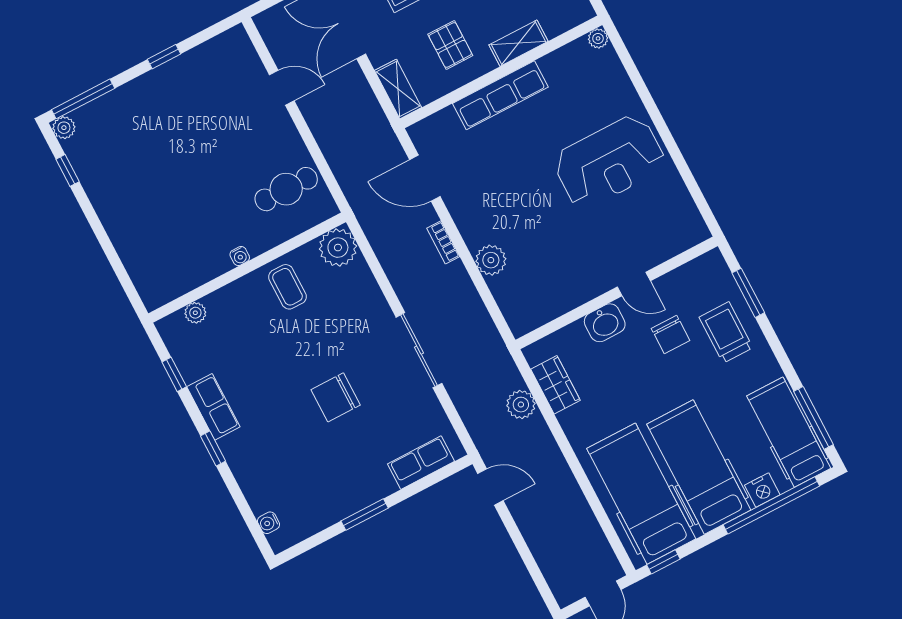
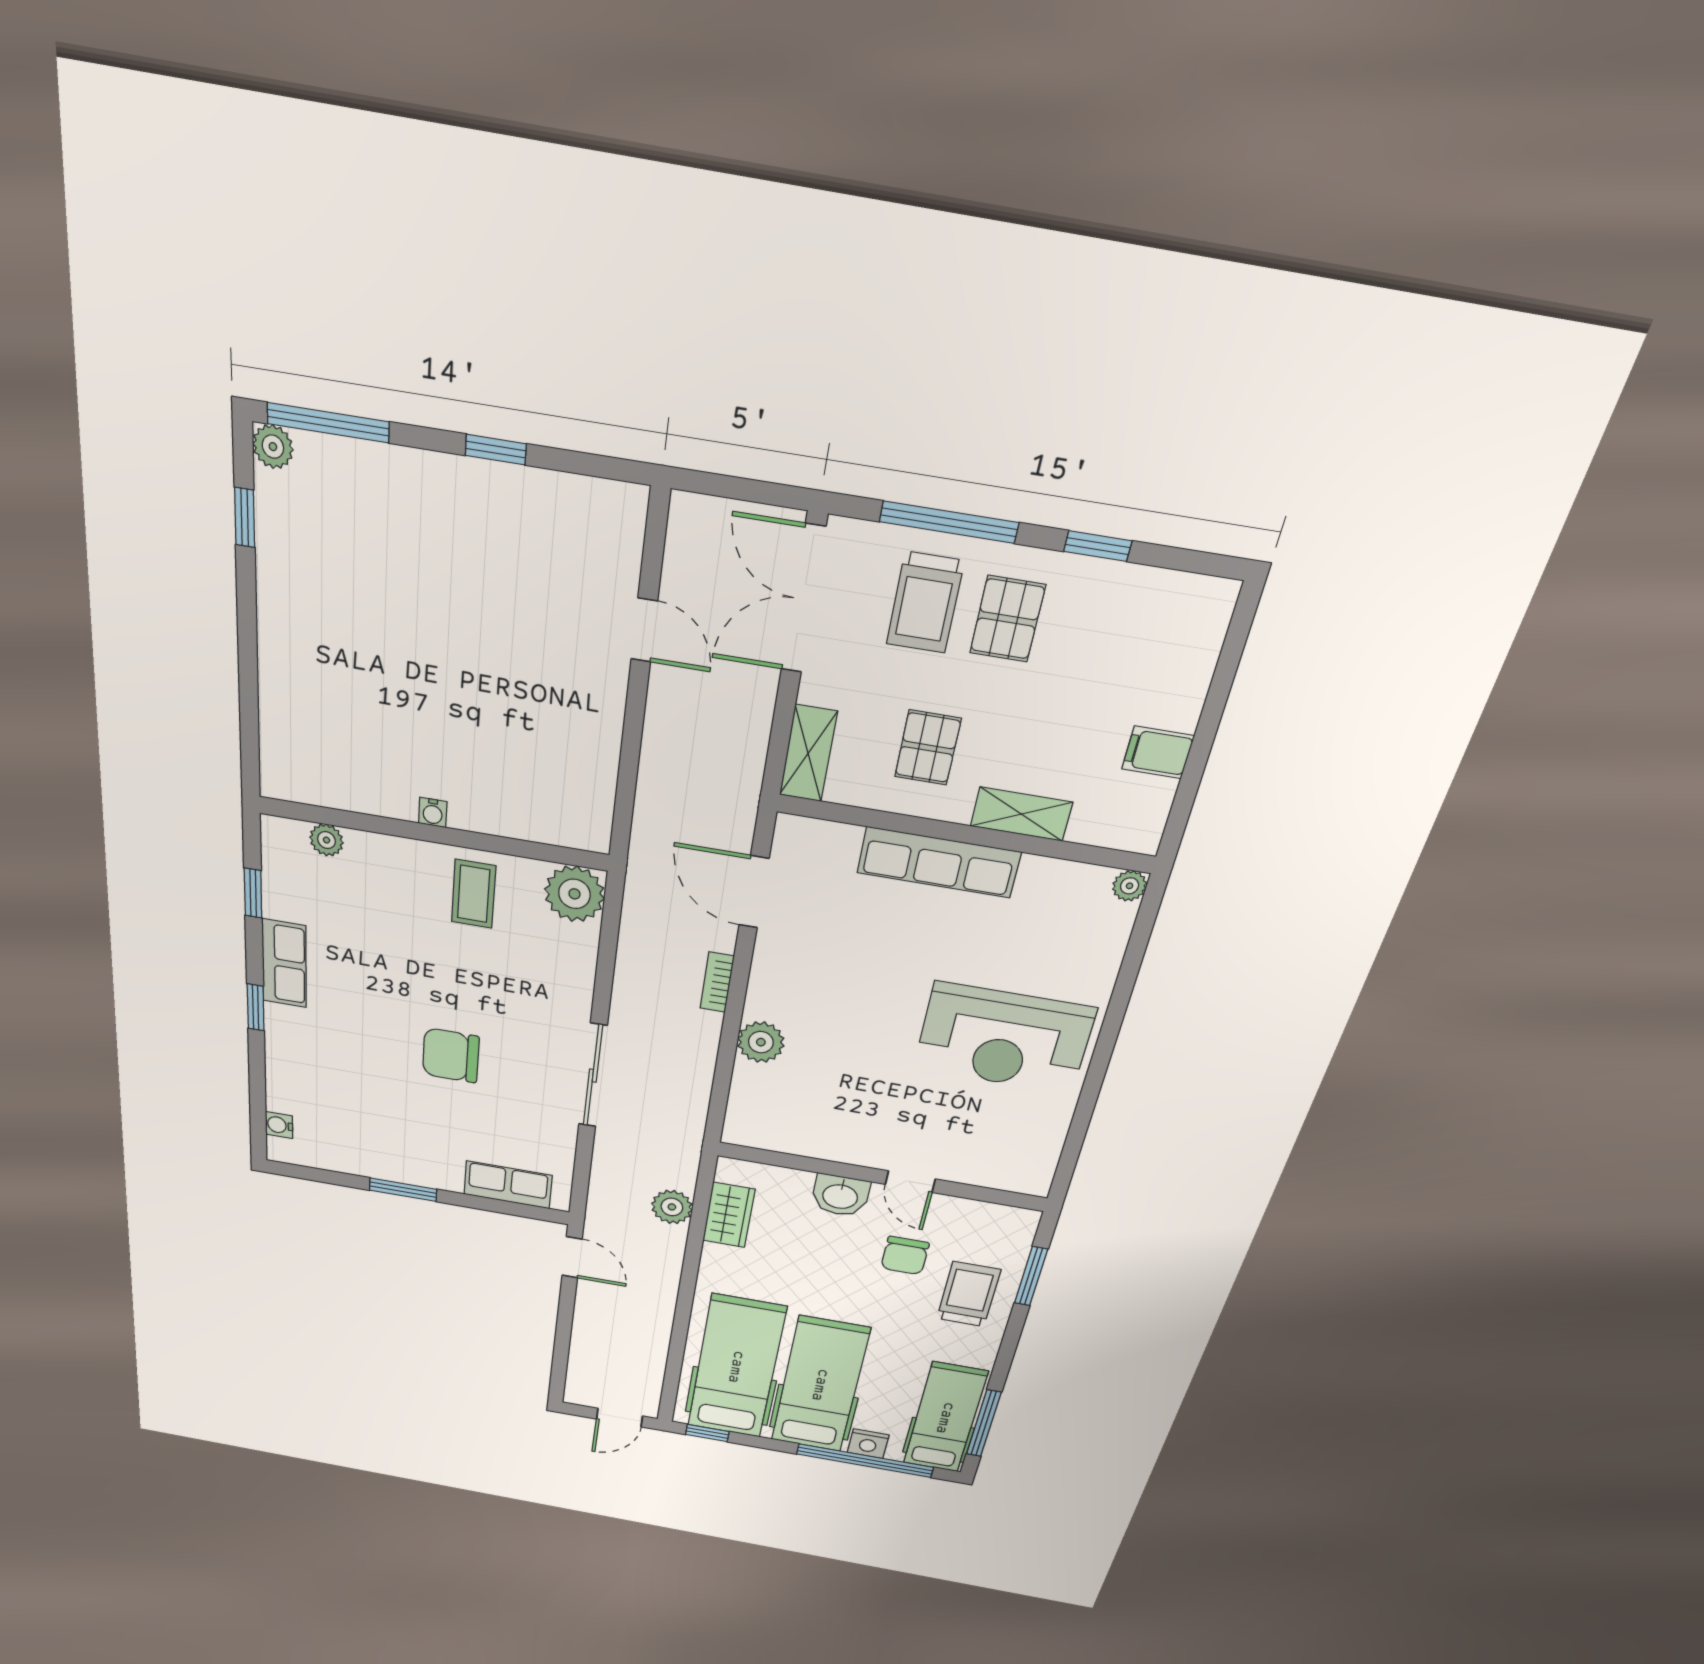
cafe table: (286, 189) -> (555, 773), removed

